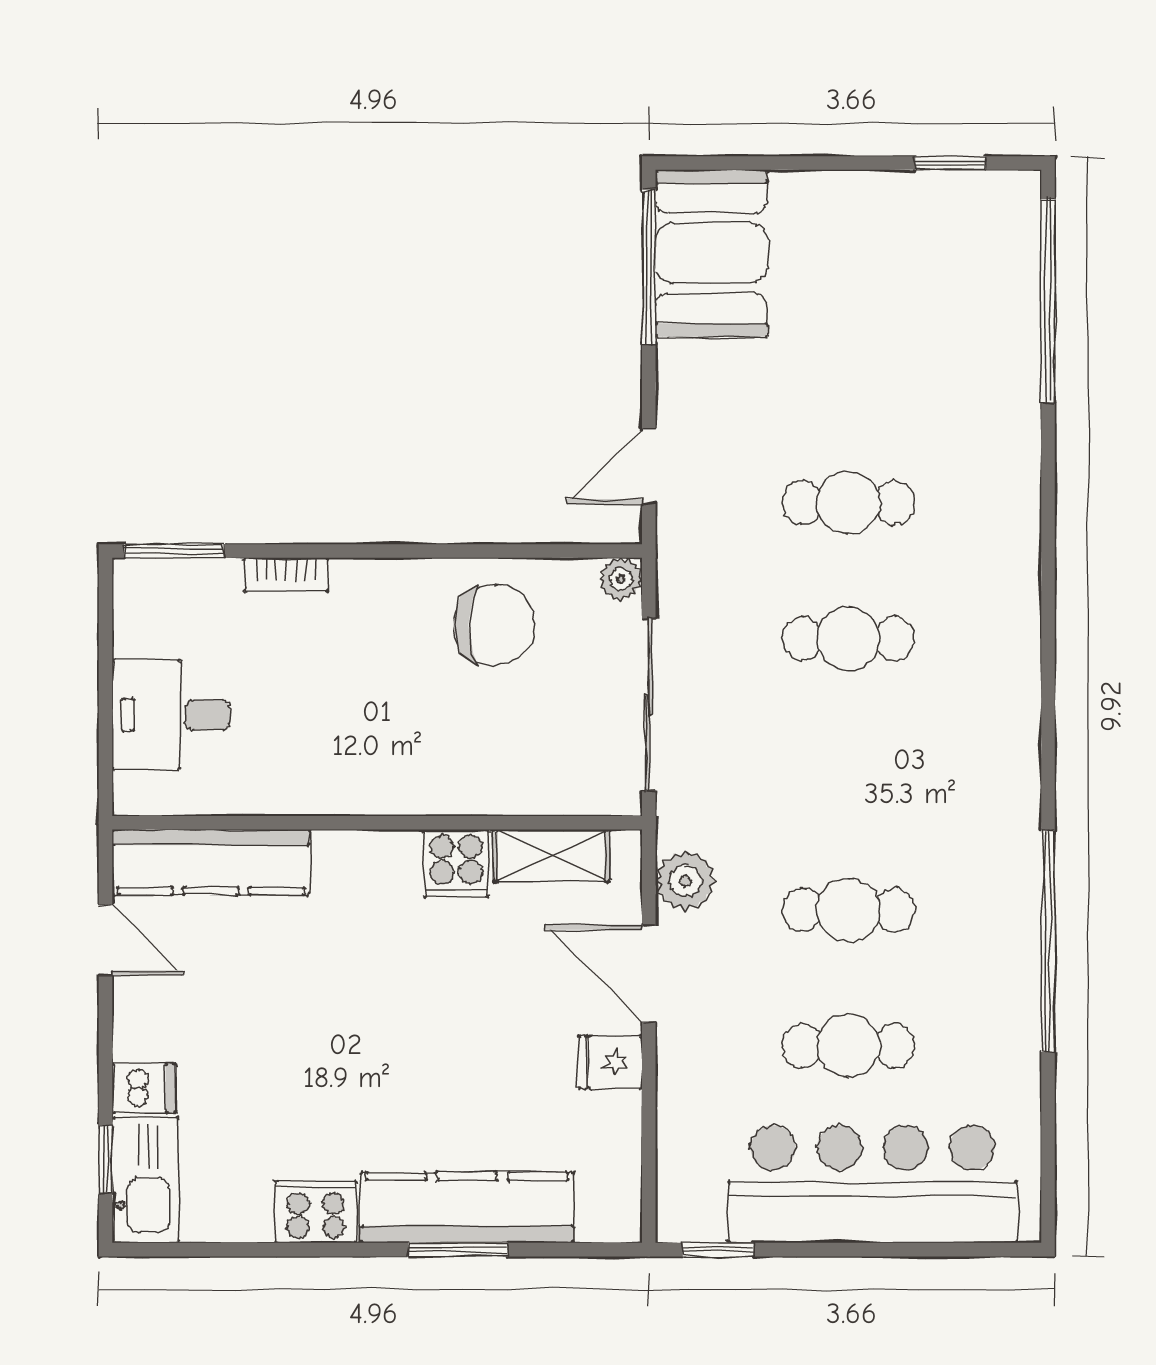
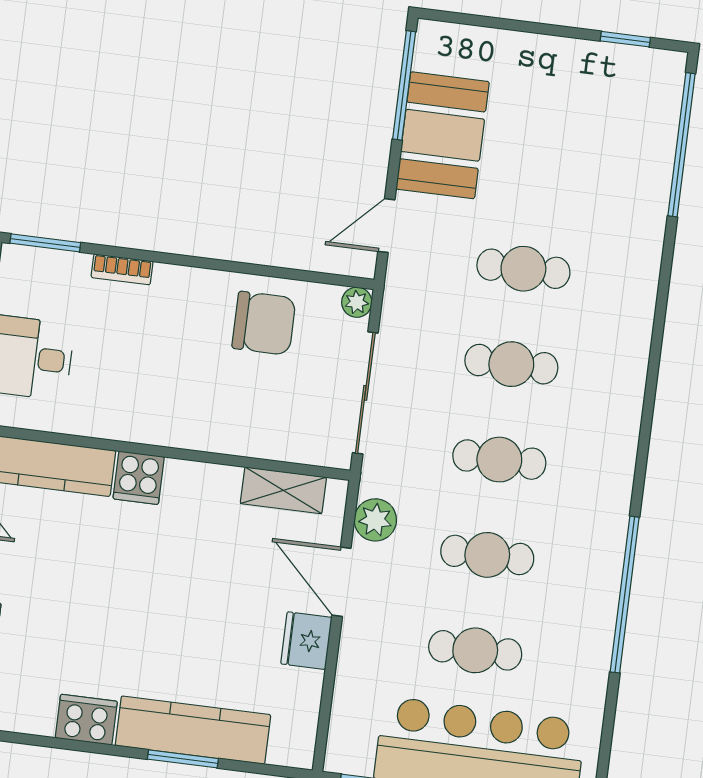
booth: (711, 253) -> (443, 135), moved
cafe table: (848, 774) -> (499, 460), added
cooker: (456, 863) -> (139, 478), moved
fridge: (610, 1062) -> (306, 641), width x1.38

